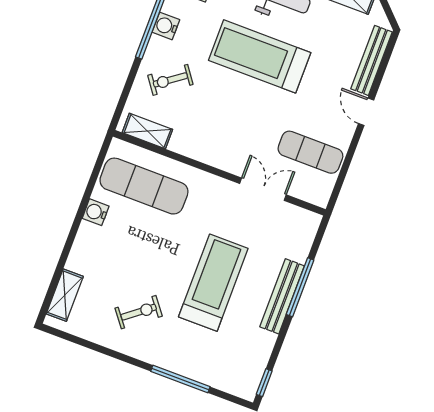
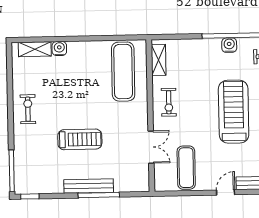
exercise bike: (170, 80) -> (169, 102), moved, turned -144
water cooler: (96, 212) -> (59, 48), moved
treadmill: (213, 283) -> (80, 139), width x0.73, depth x0.73
exercise bike: (139, 312) -> (28, 109), moved, turned -142
window: (180, 379) -> (12, 171), moved

